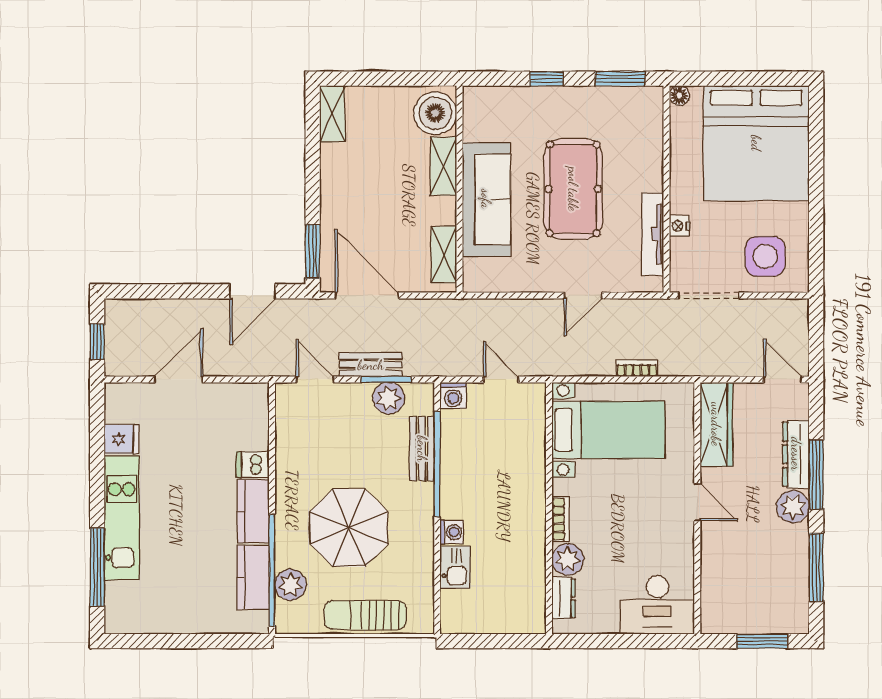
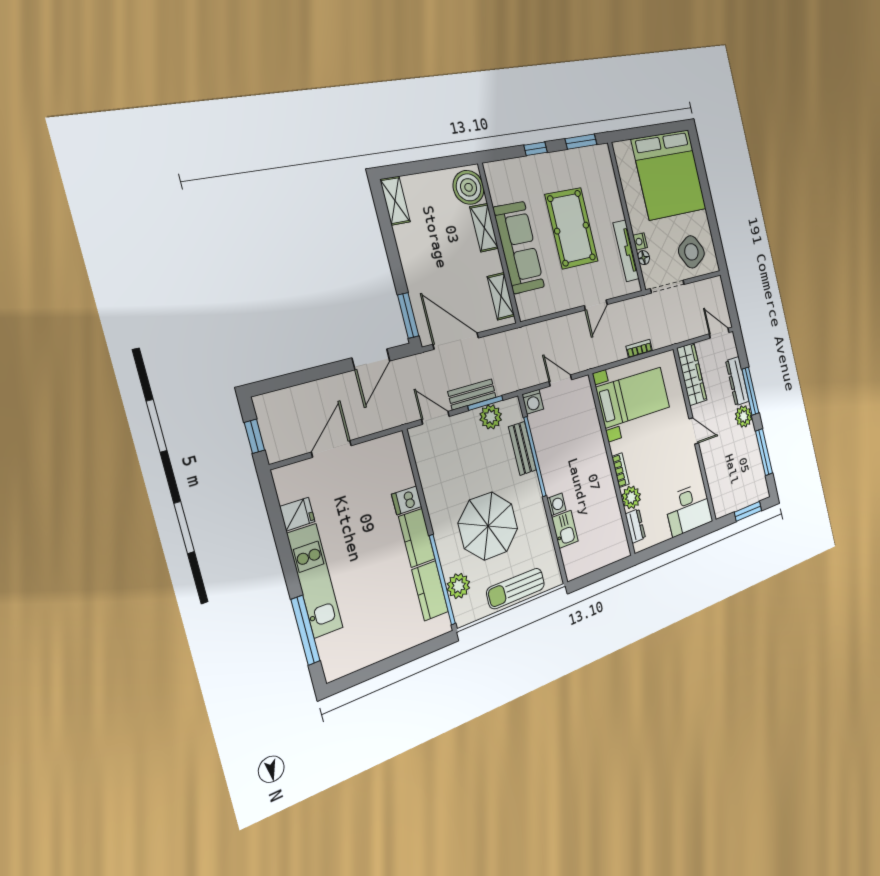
floor lamp: (679, 96) -> (644, 258), moved
side table: (765, 256) -> (691, 252), turned -31

